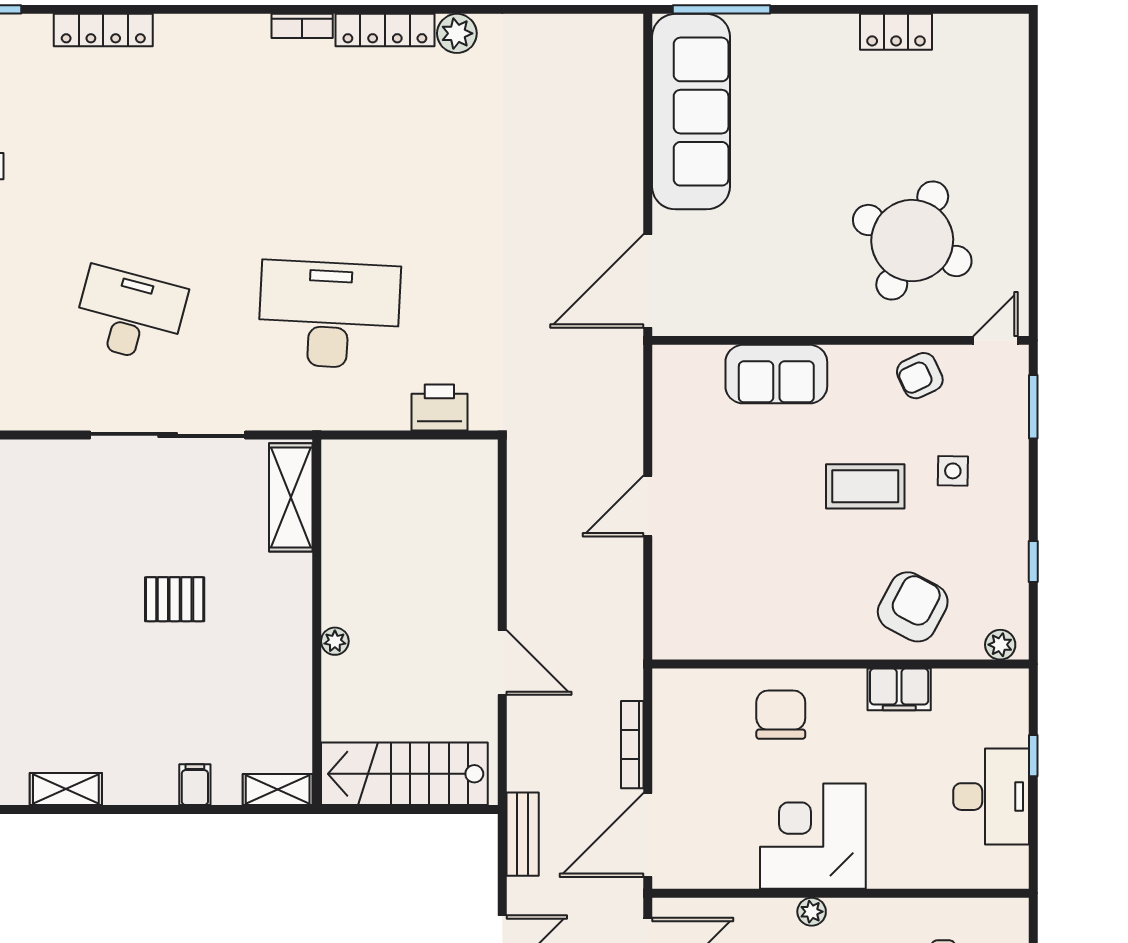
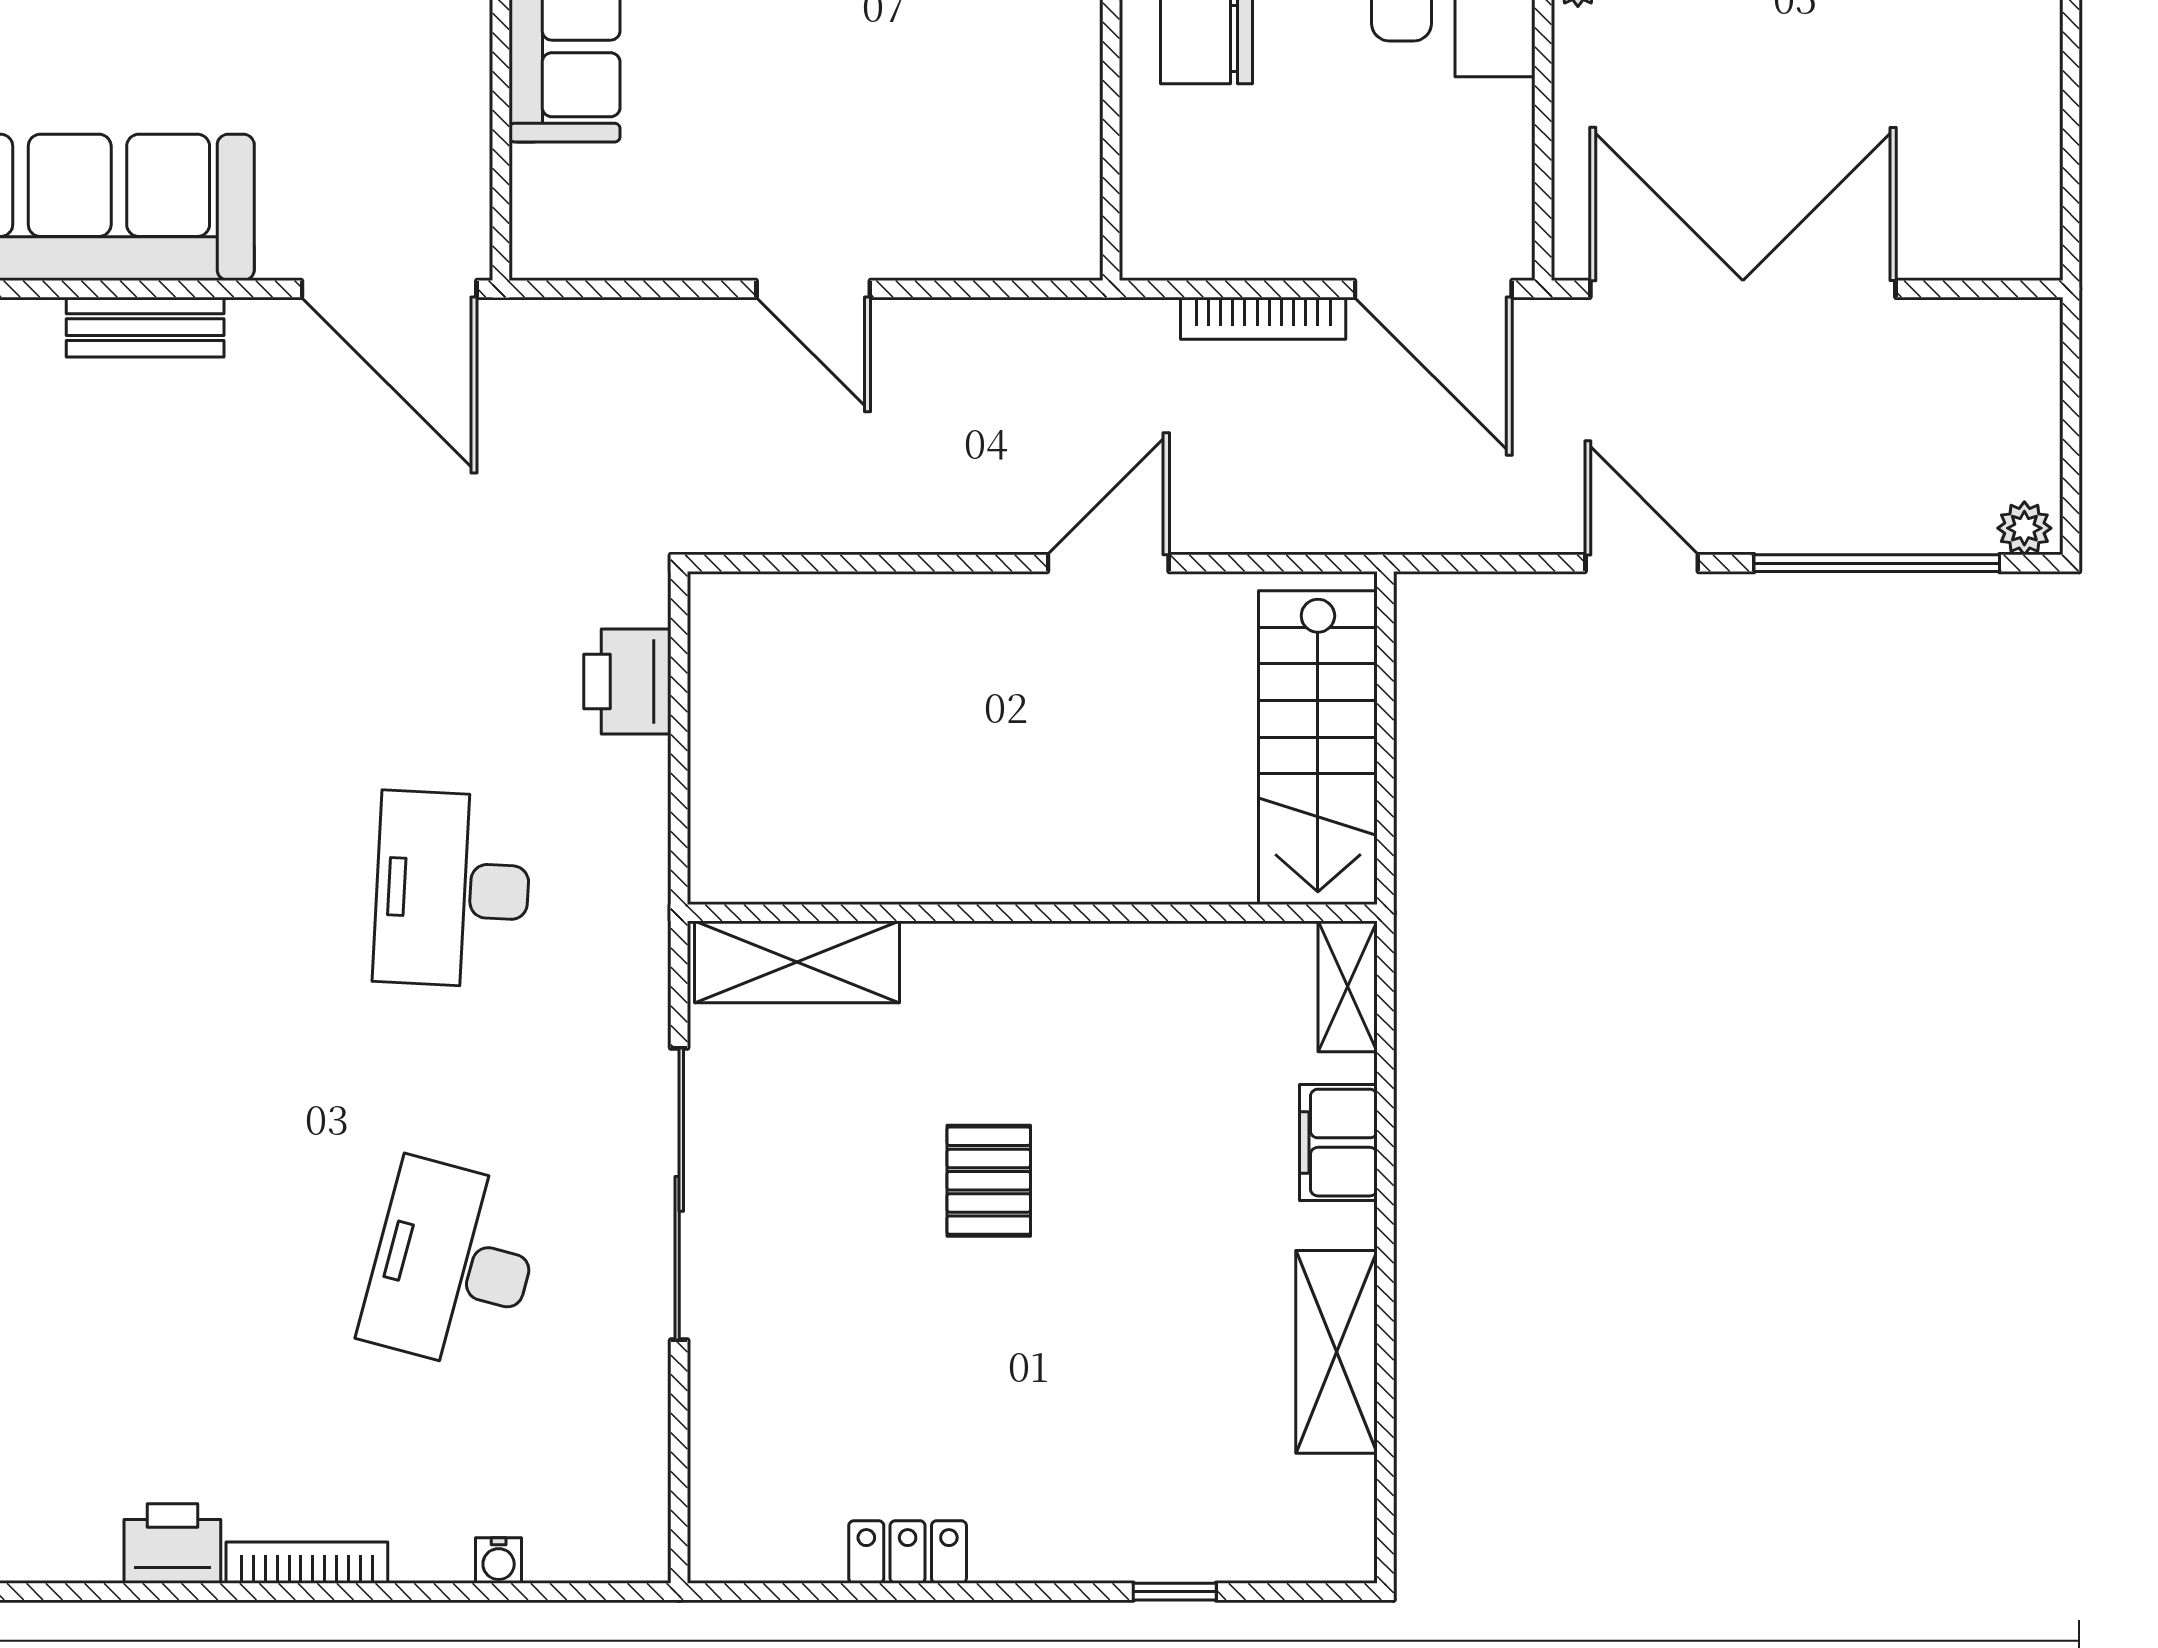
desk: (329, 315) -> (452, 889), width x0.73, depth x0.77
plant: (335, 641) -> (1068, 879), removed
filing cabinet: (195, 785) -> (1338, 1143), width x2.00
shelving: (66, 789) -> (1337, 1352), width x1.50, depth x1.33
bench: (523, 834) -> (145, 327), moved

